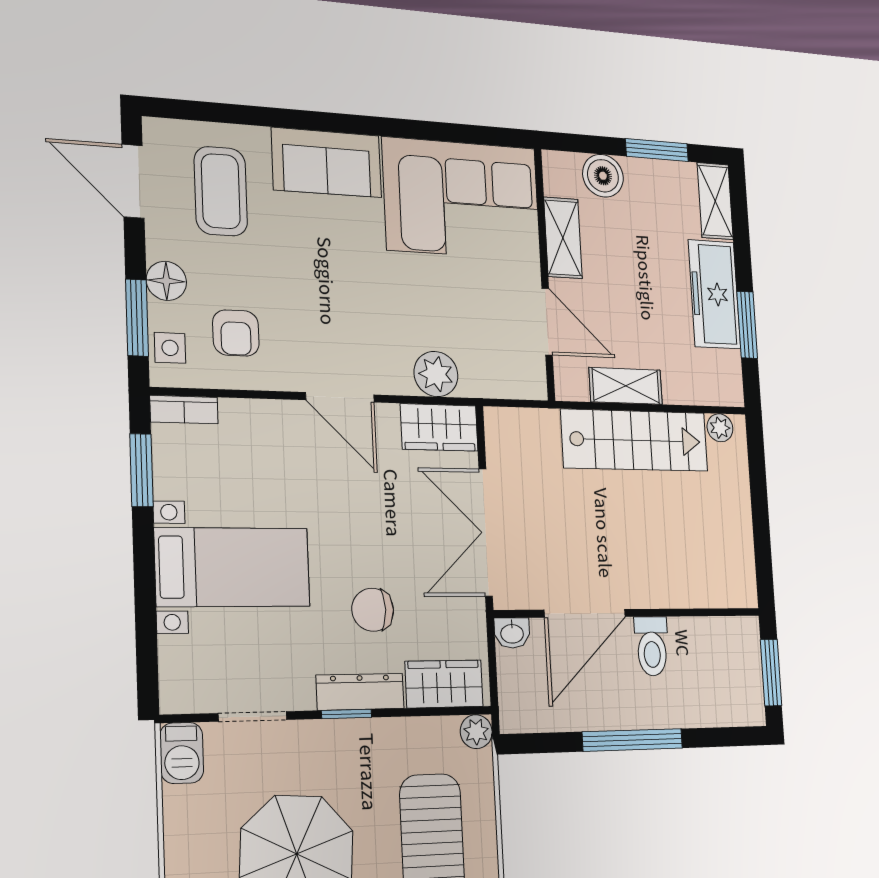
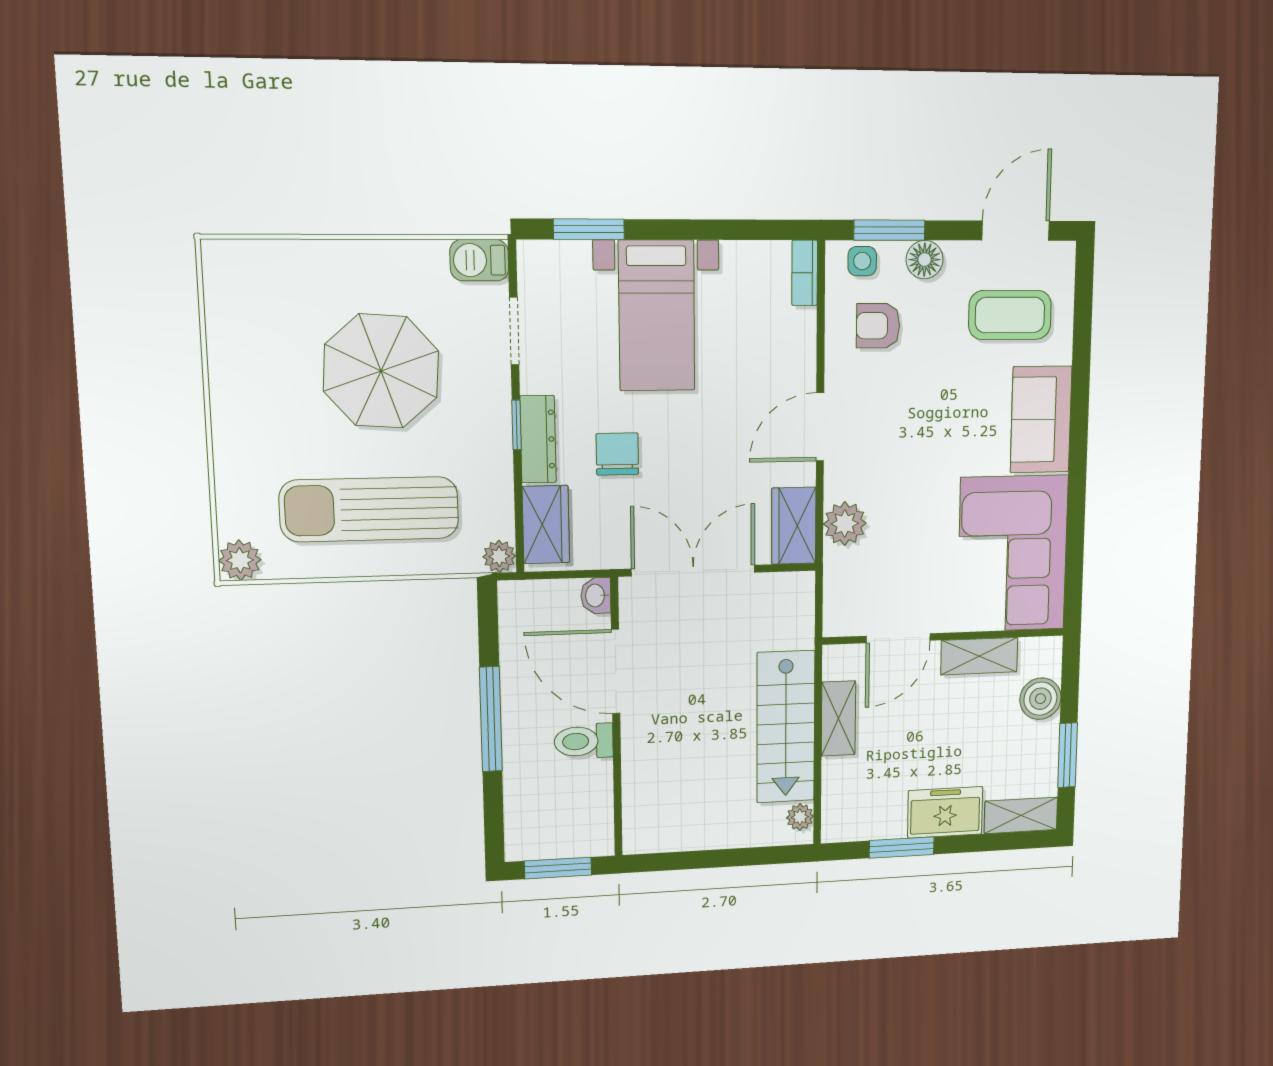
freezer: (714, 294) -> (945, 812), width x0.71
window: (141, 470) -> (589, 229), moved

